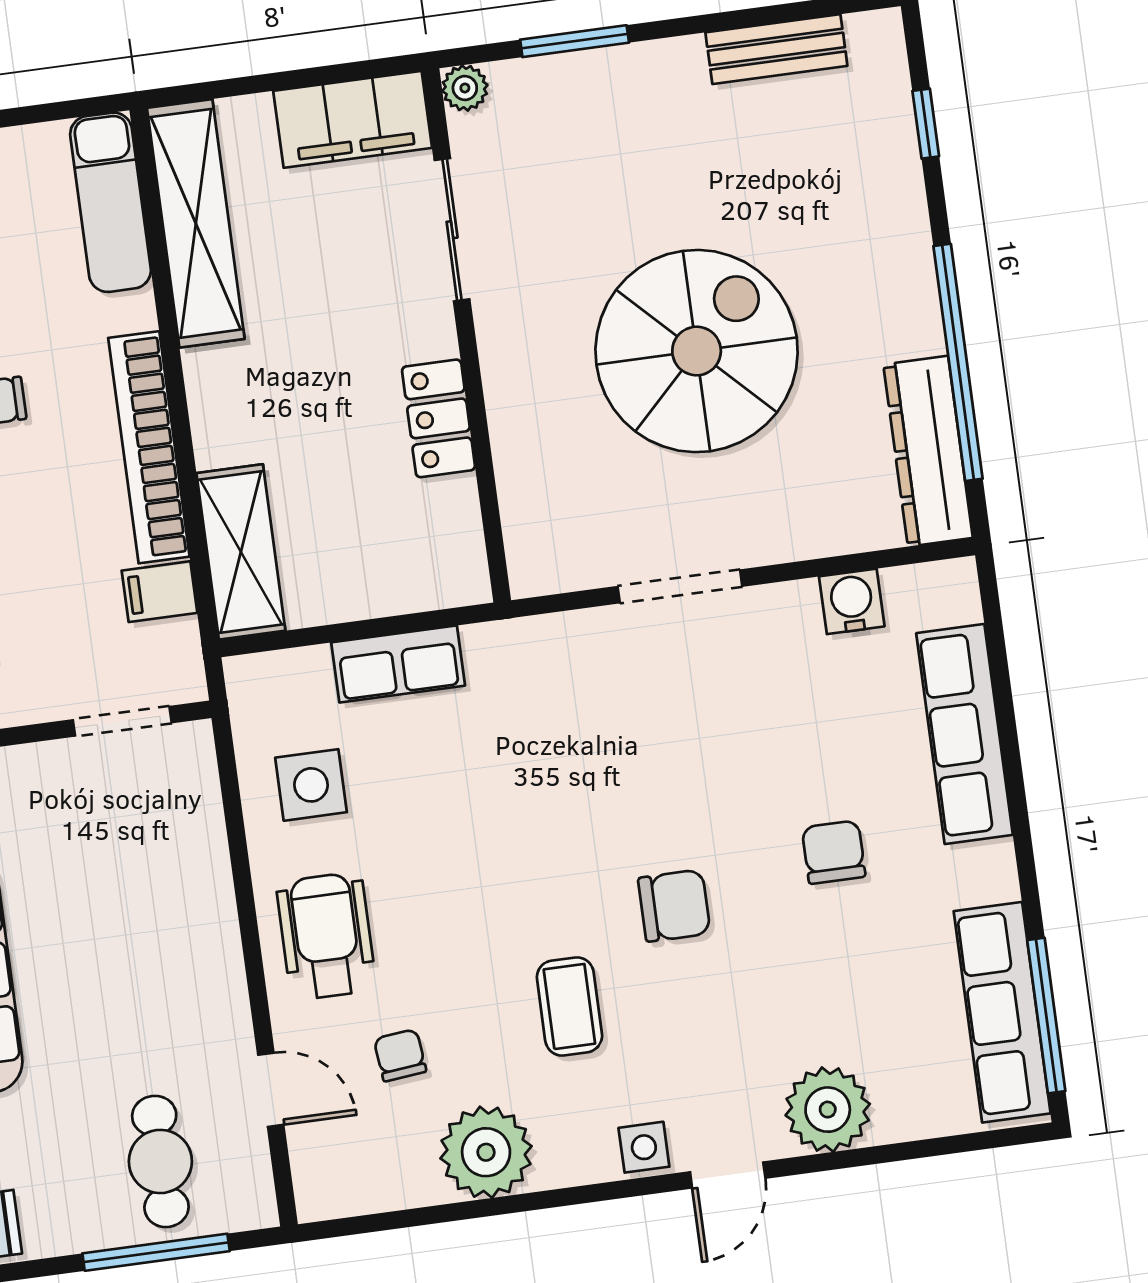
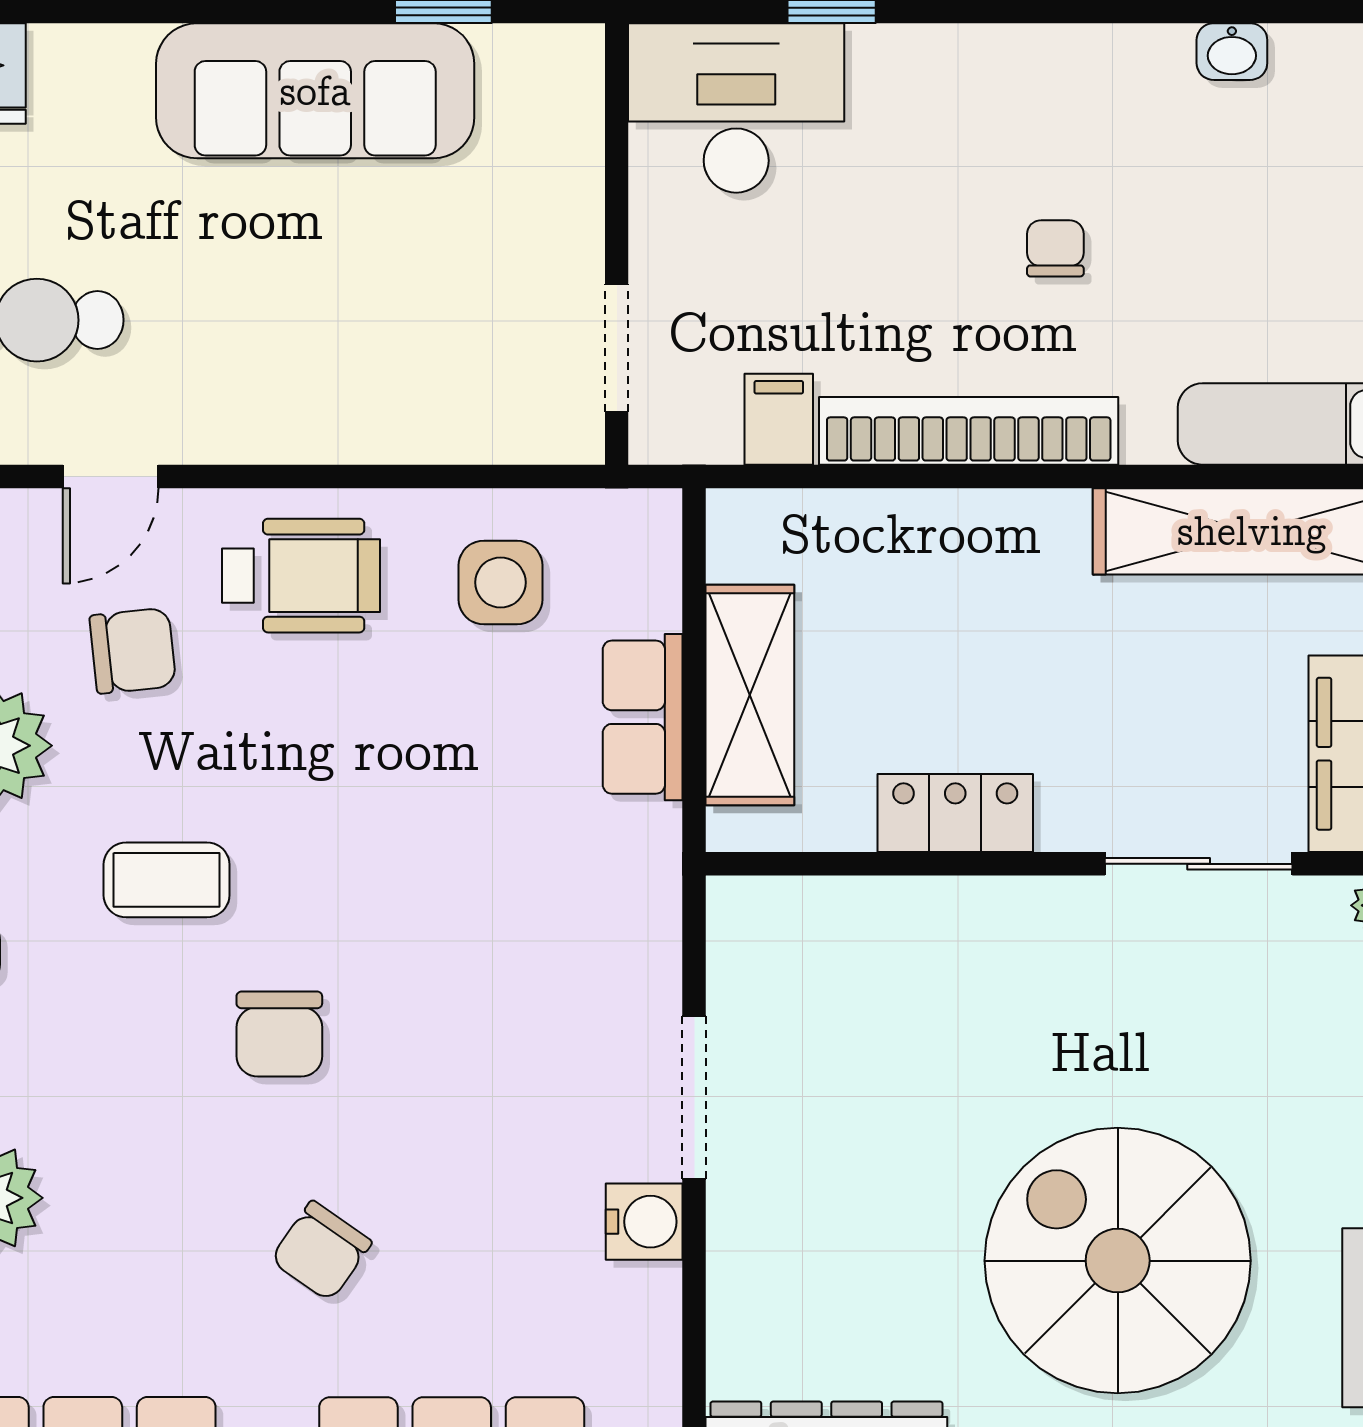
spiral stairs: (697, 351) -> (1118, 1261), moved, turned 180
shelving: (241, 552) -> (750, 695), moved, turned 90
water cooler: (852, 601) -> (644, 1222), moved
chair: (834, 852) -> (321, 1251), turned 125
chair: (400, 1055) -> (133, 651), width x1.37, depth x1.37

